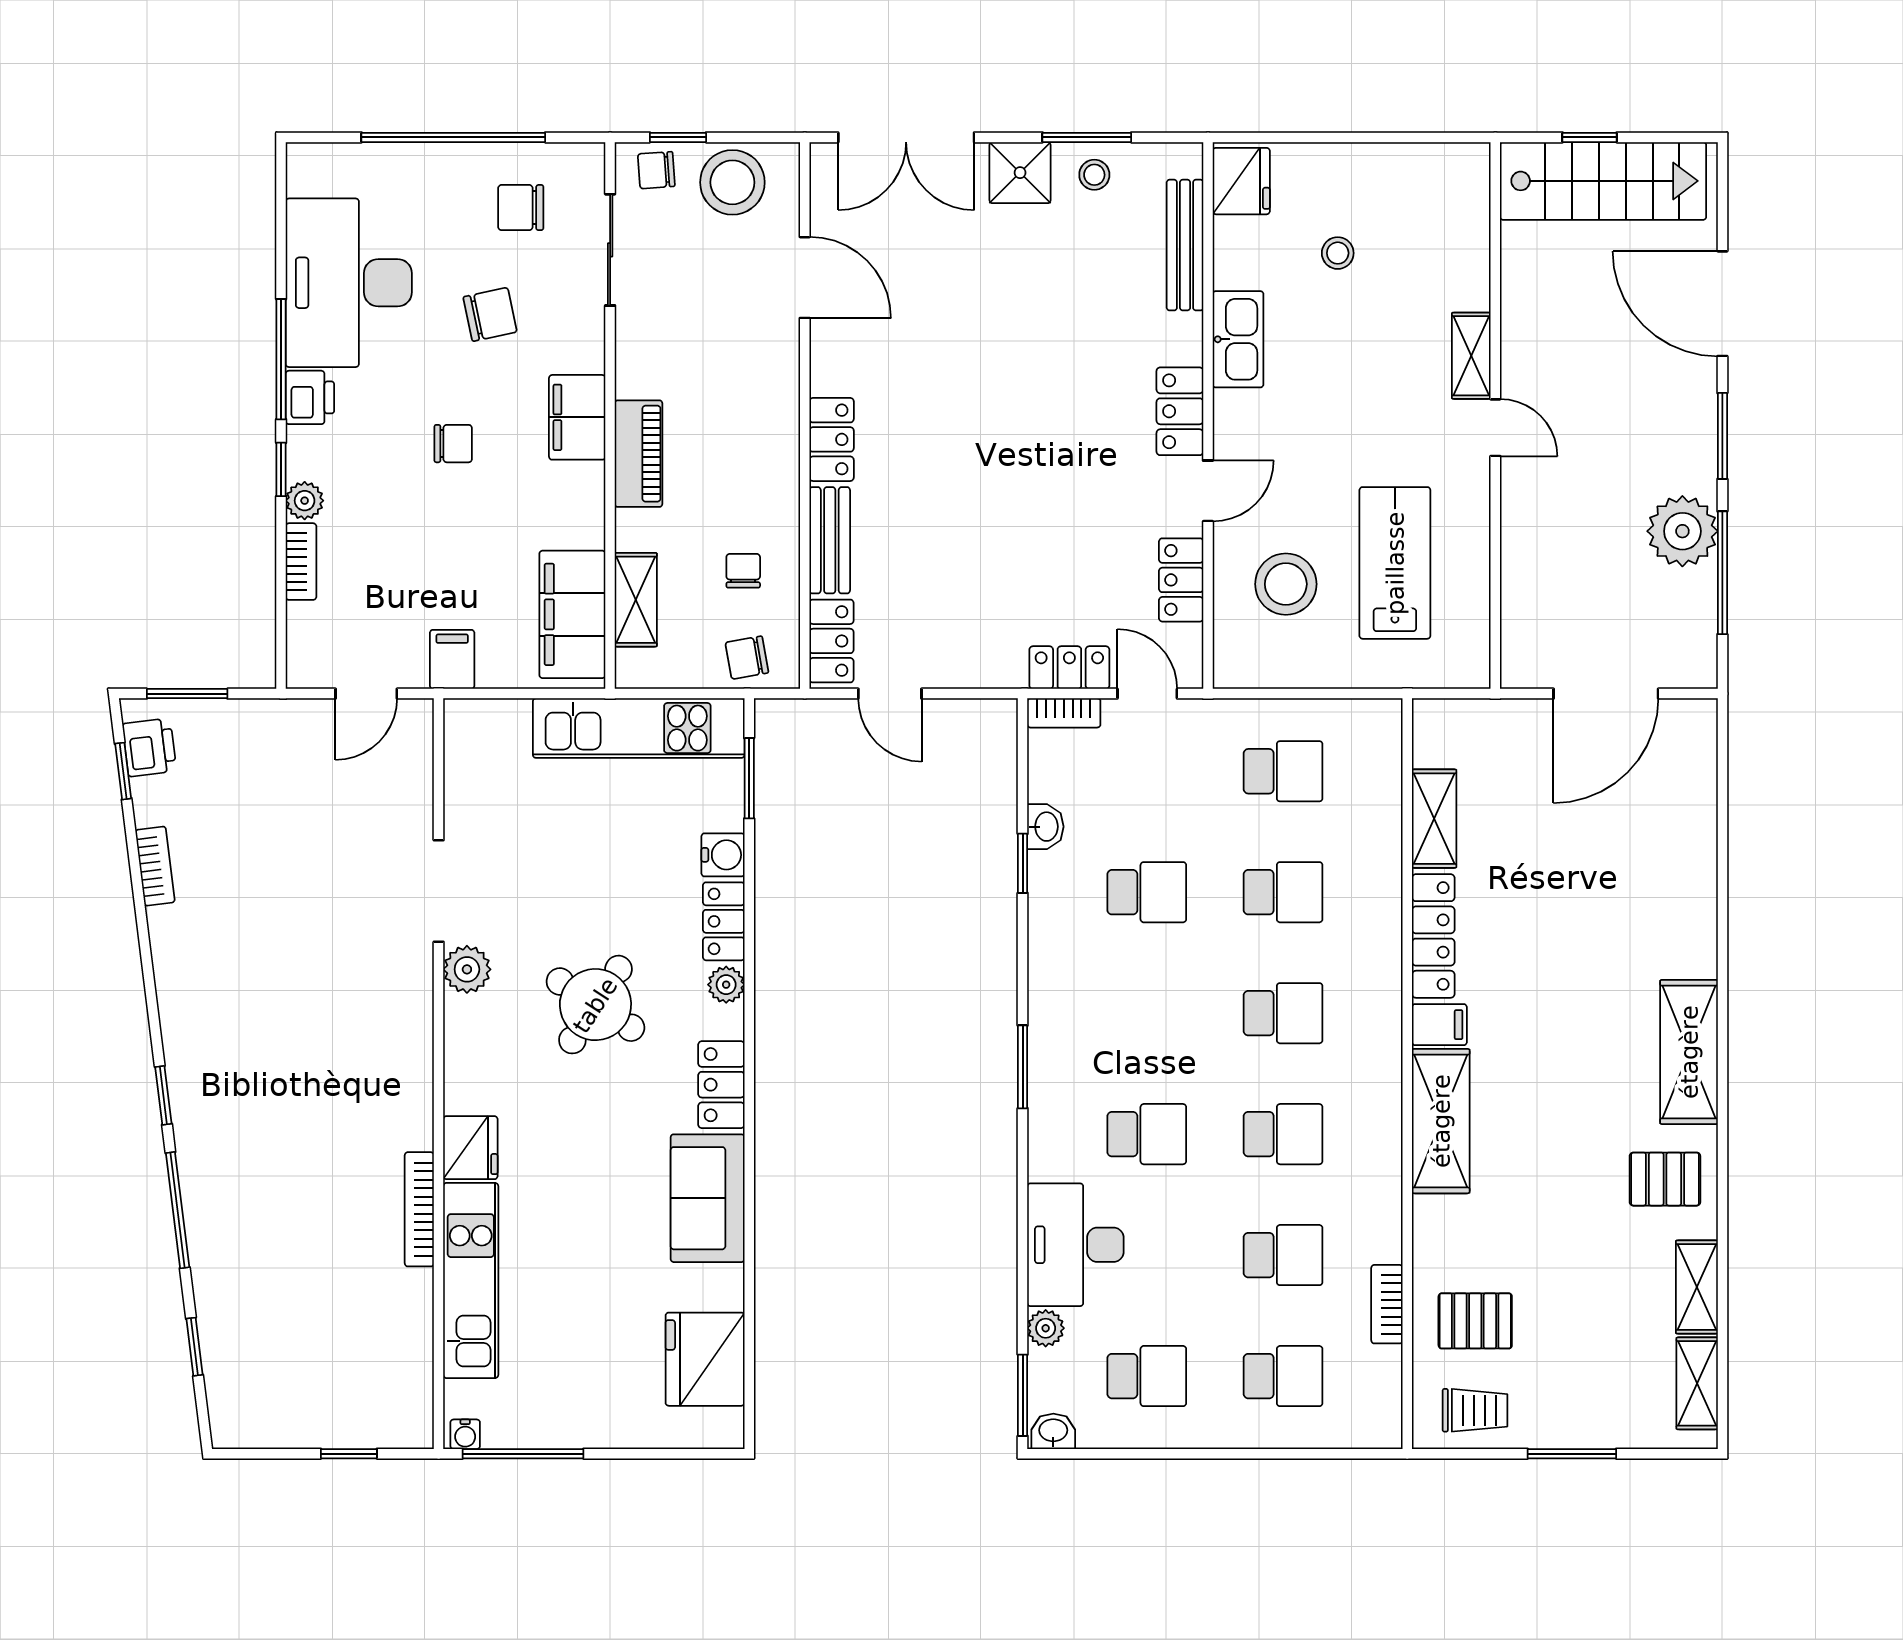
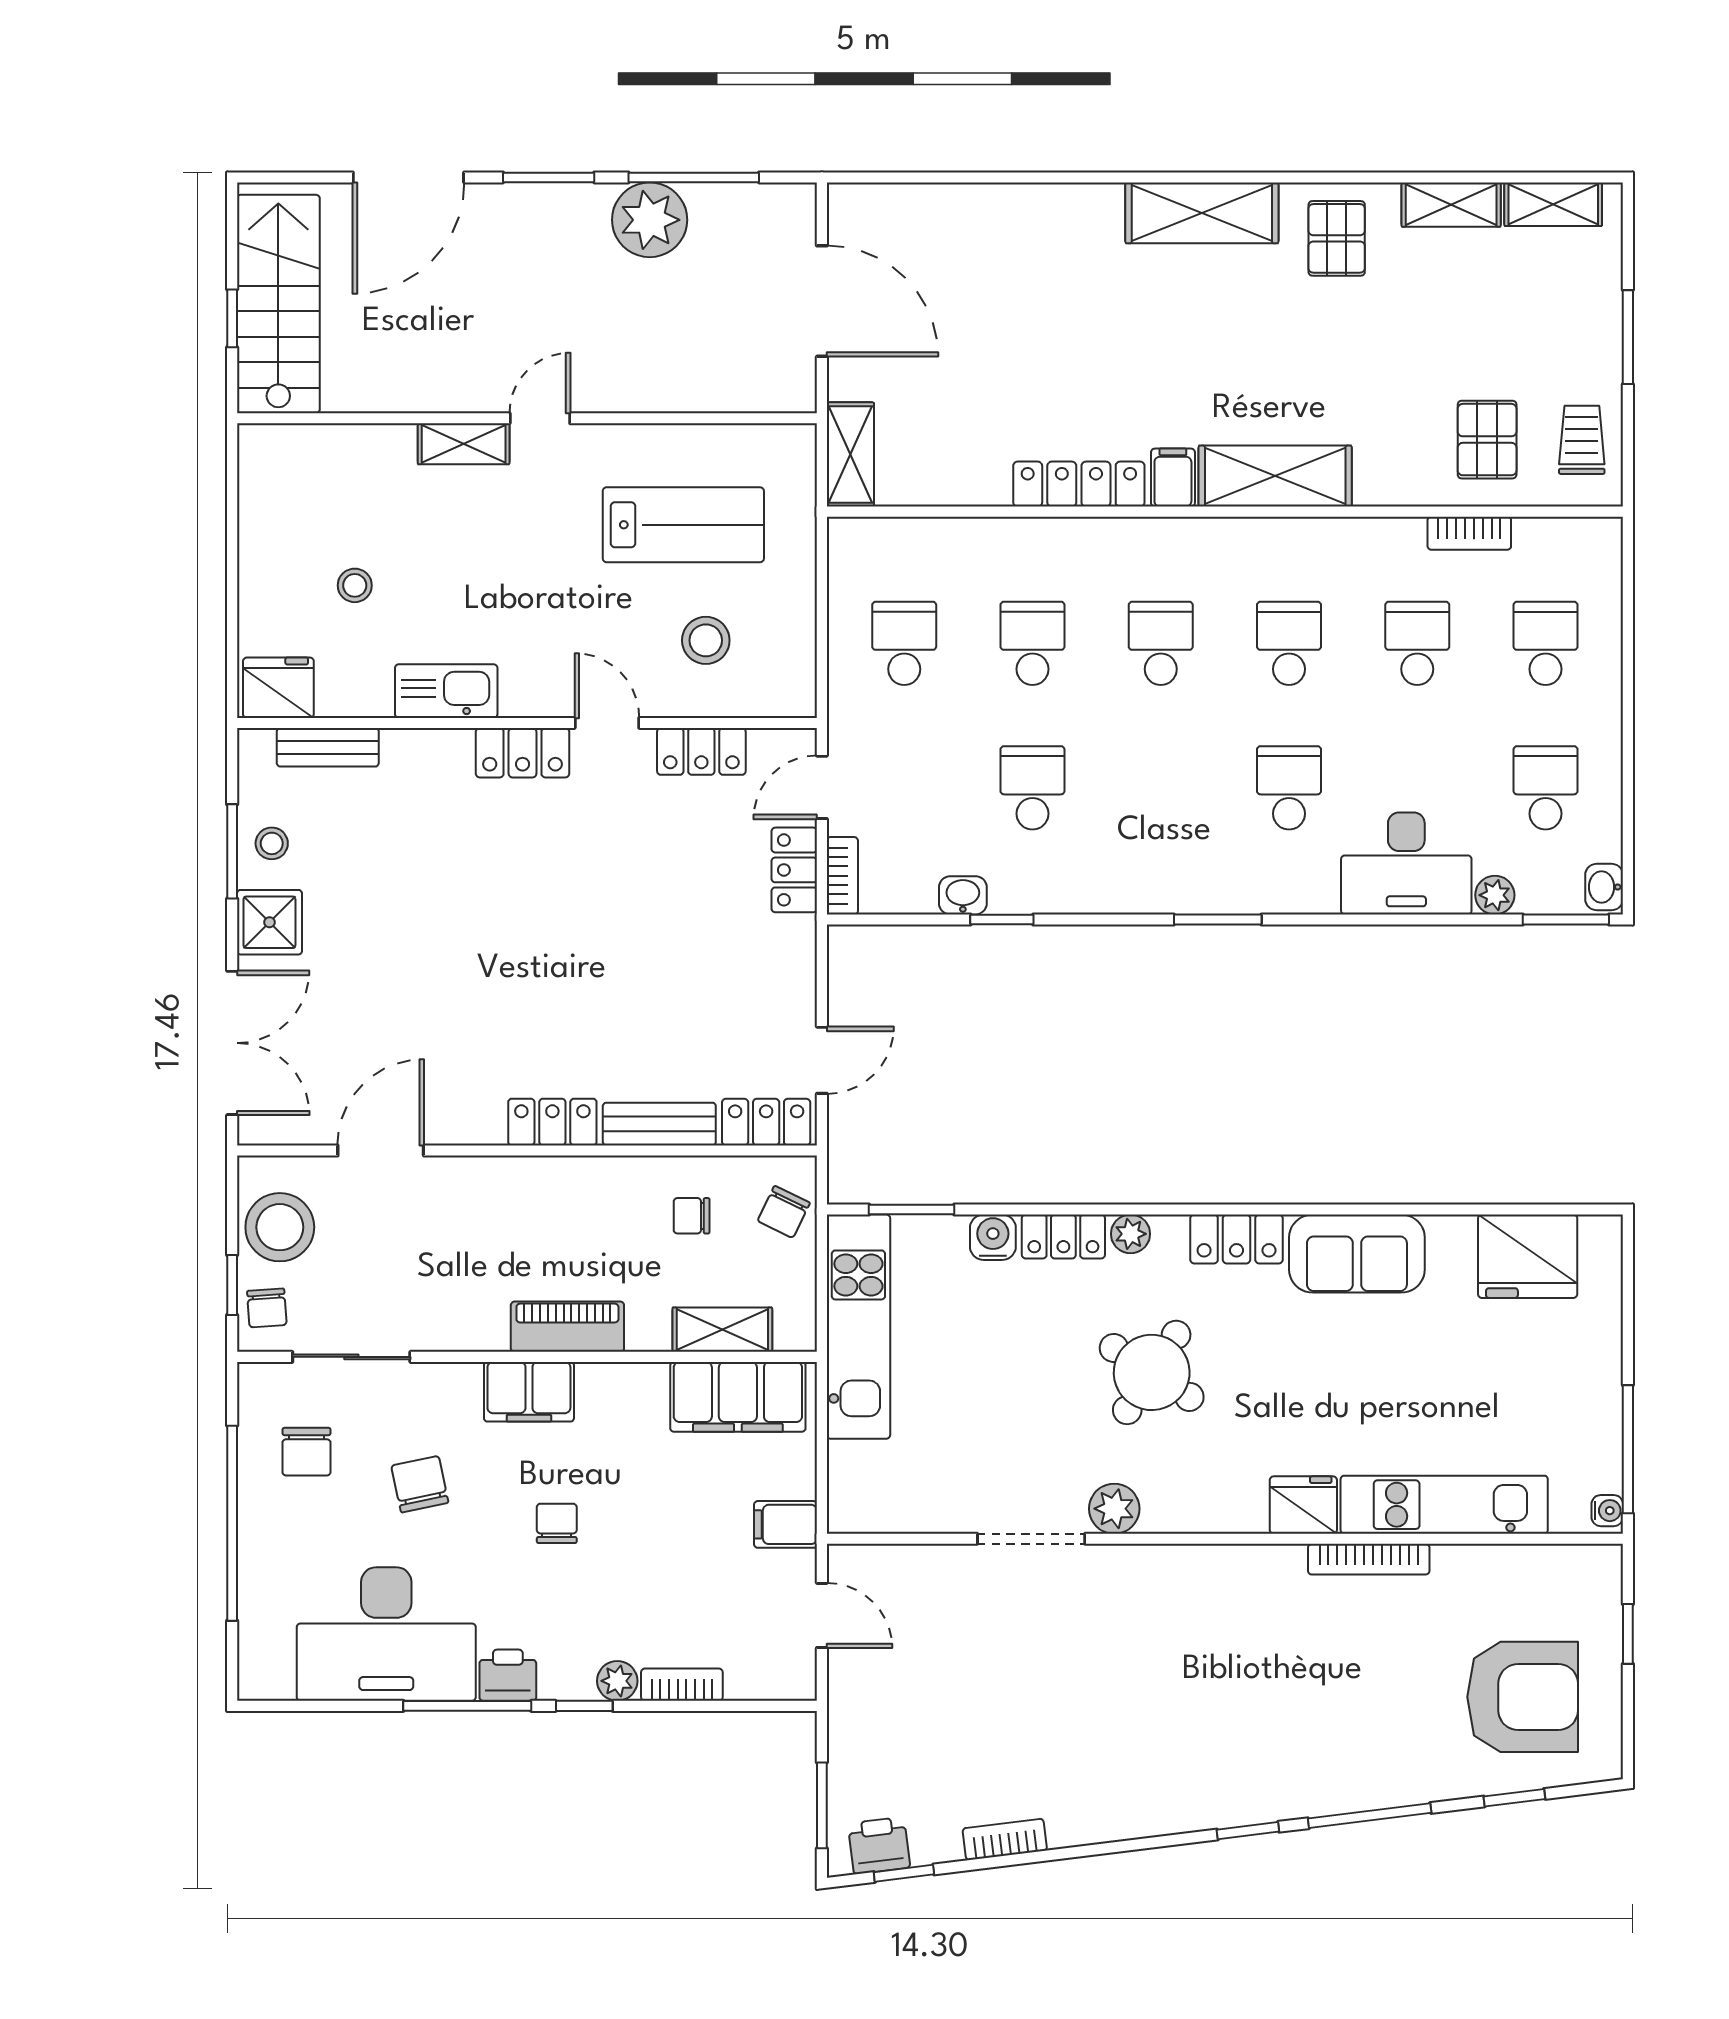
bench: (1185, 245) -> (328, 747), width x0.73
lab bench: (1395, 563) -> (683, 525), turned 180
stool: (1286, 584) -> (706, 640), width x0.73, depth x0.73
chair: (747, 658) -> (784, 1212), turned 36
shelving: (1434, 819) -> (850, 454), moved, turned 90
armchair: (289, 1354) -> (1523, 1697), added

